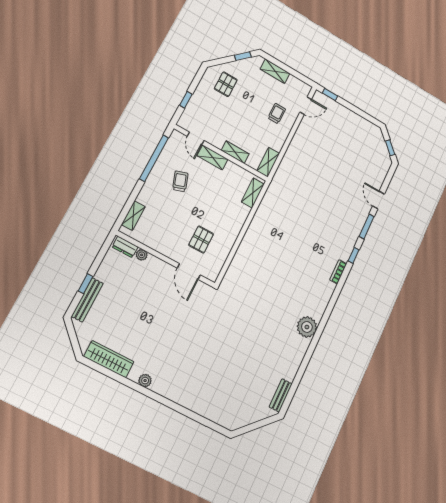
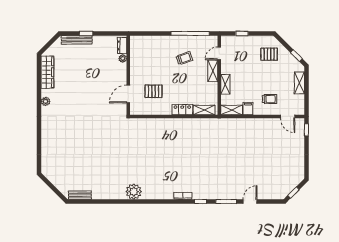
filing cabinet: (276, 143) -> (248, 109), added
shelving: (133, 216) -> (145, 40), removed
locker: (240, 218) -> (182, 110), added

